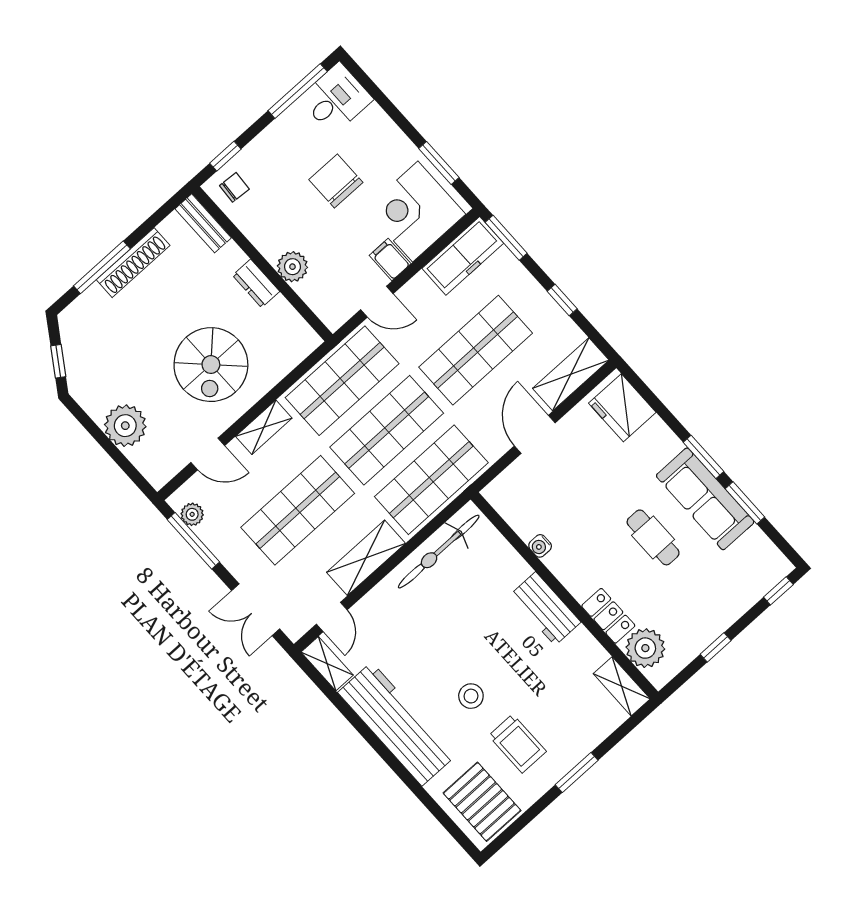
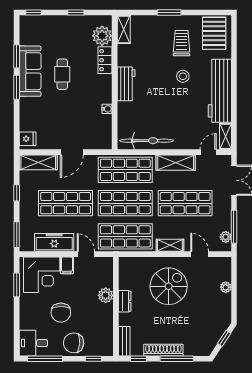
chair: (234, 187) -> (74, 343), moved, width x1.87, depth x1.87
window: (159, 216) -> (138, 359), added
freezer: (463, 256) -> (54, 242), moved
fridge: (622, 408) -> (28, 139), width x0.53, depth x0.75
plant: (125, 426) -> (226, 287), width x0.53, depth x0.53

